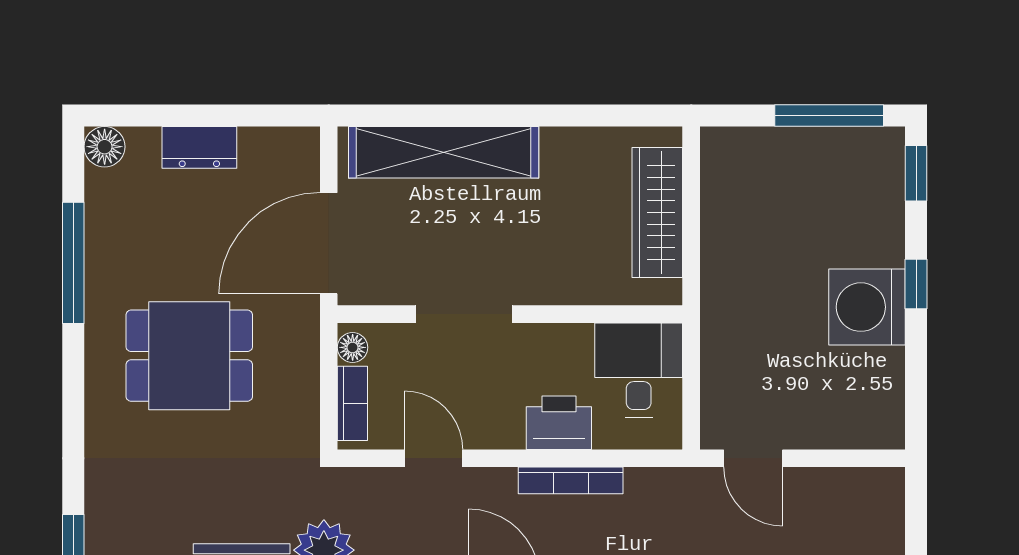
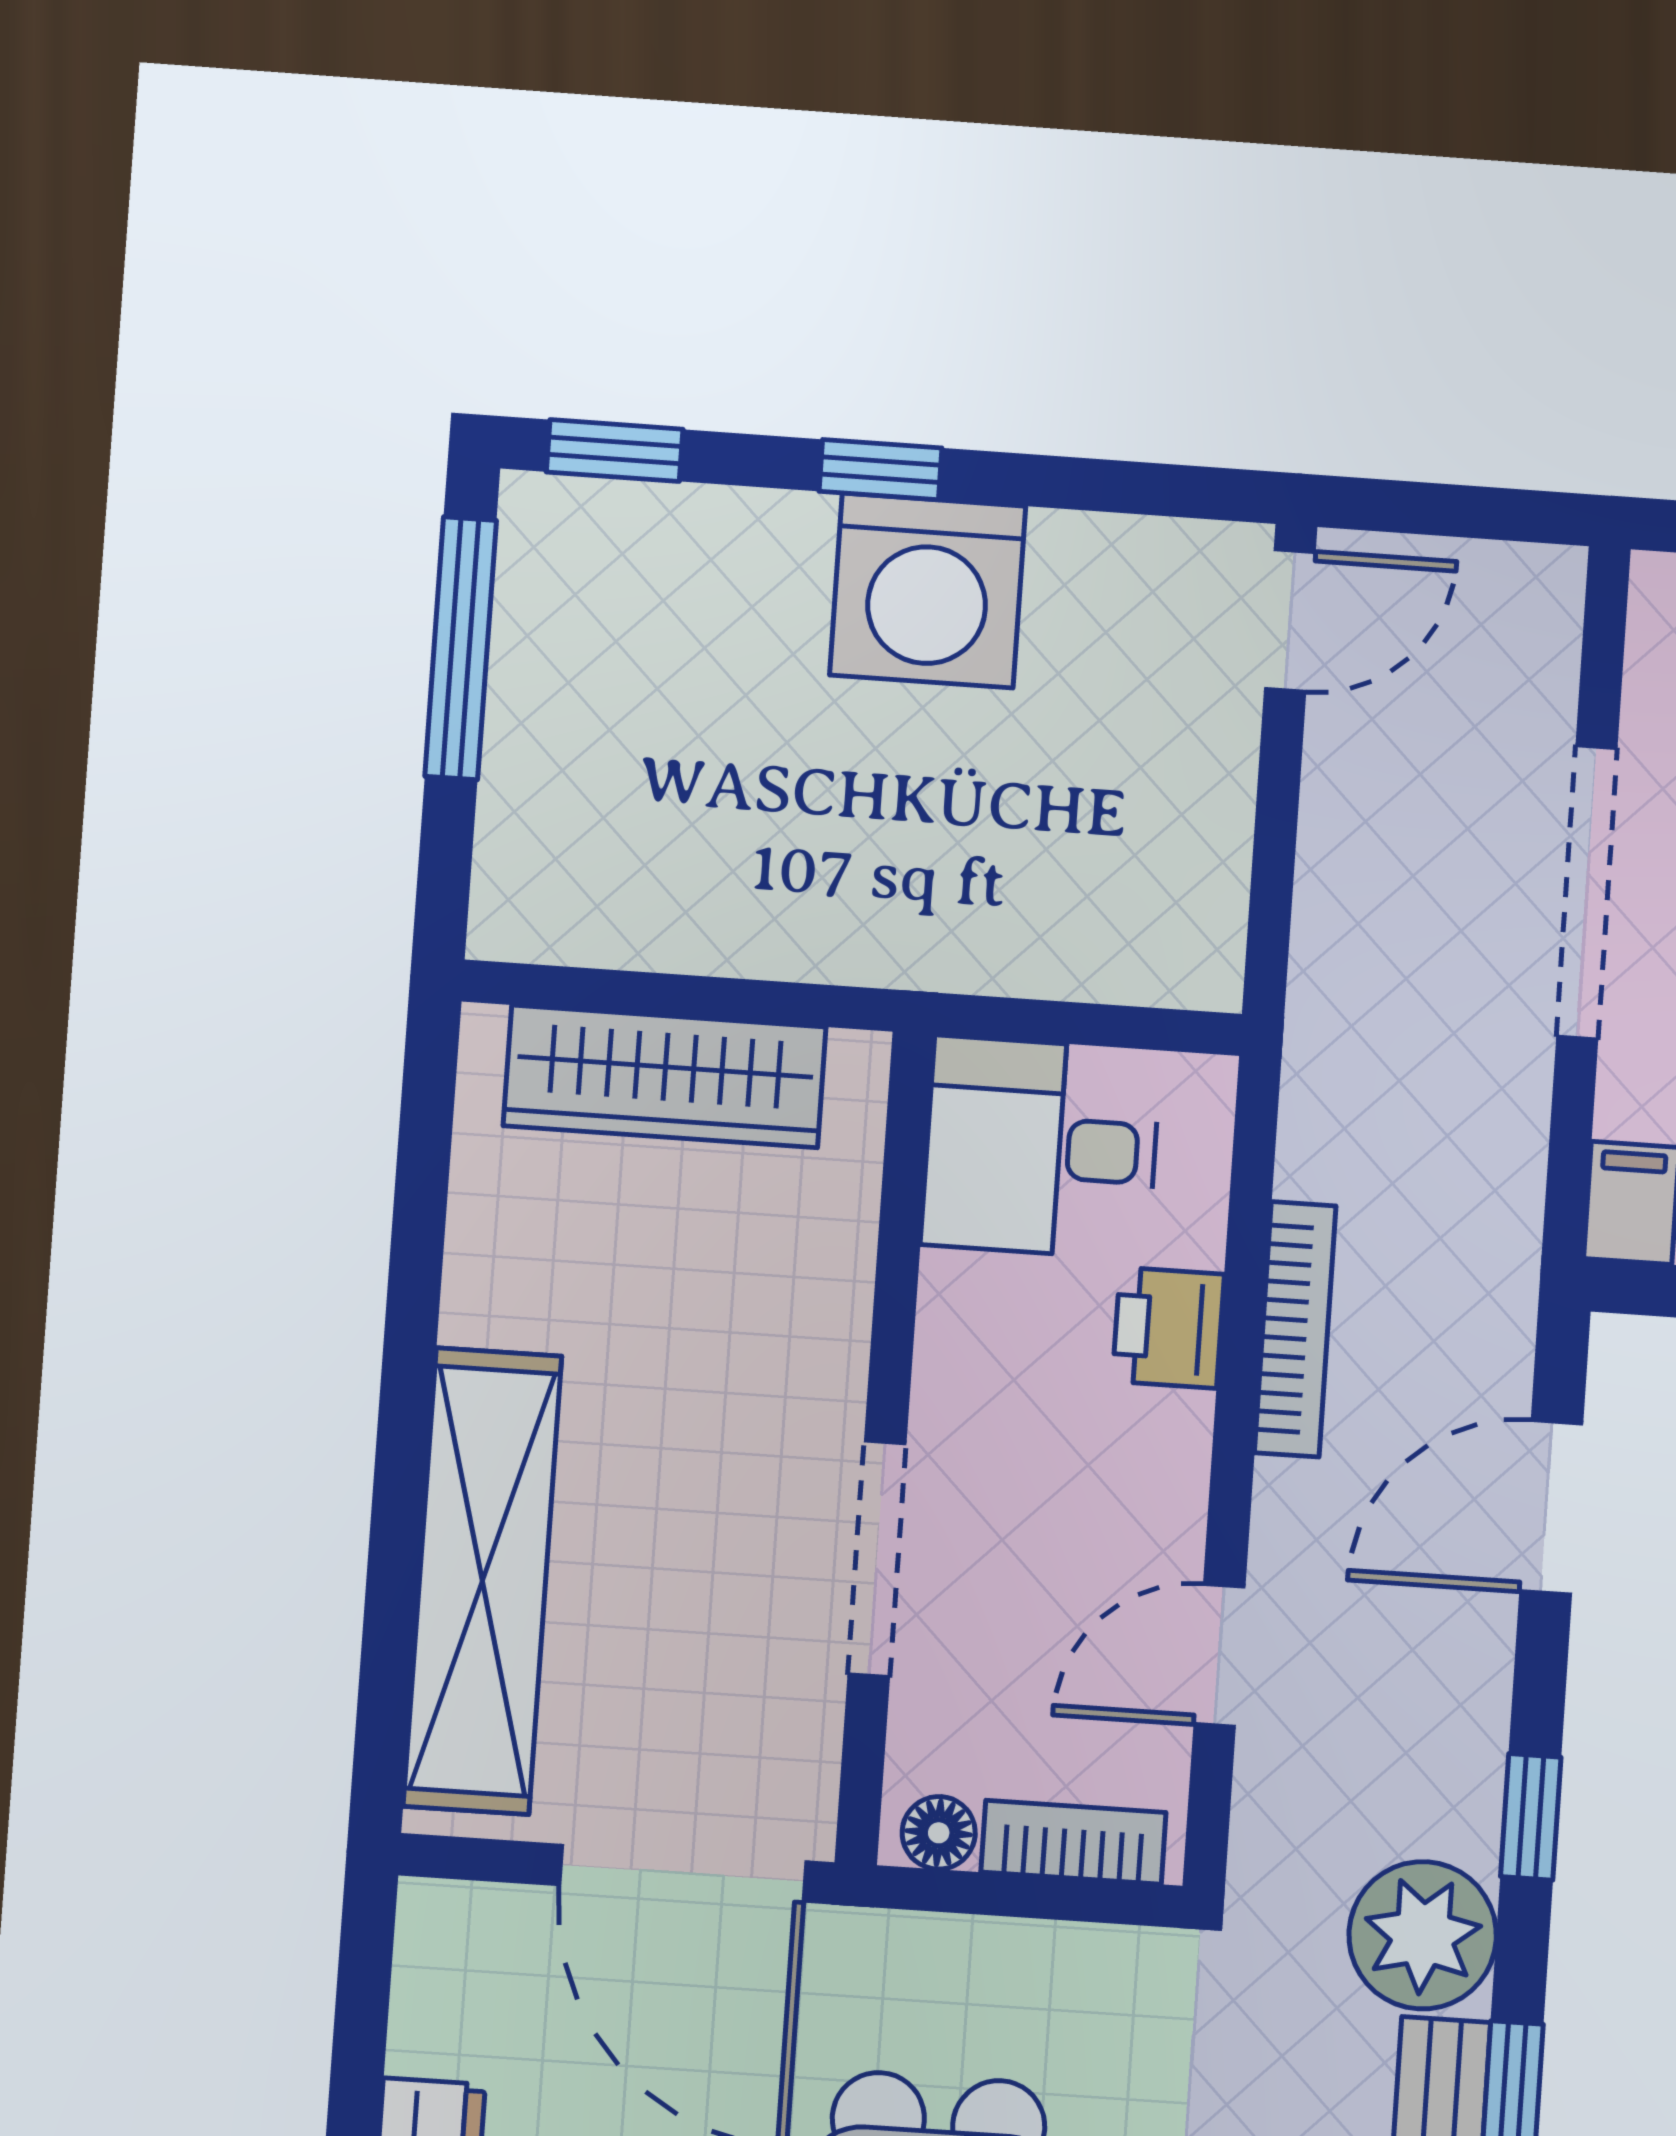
printer: (559, 423) -> (1168, 1328), width x0.73, depth x0.81
door: (753, 458) -> (1290, 620), moved

